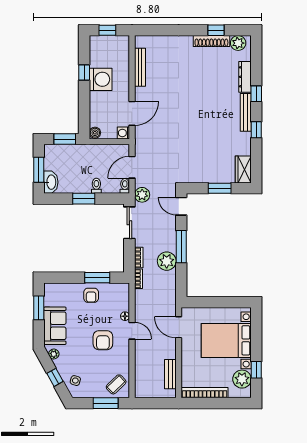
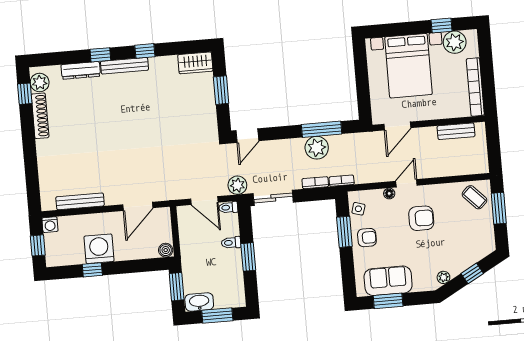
window: (216, 30) -> (25, 94), moved
door: (132, 113) -> (138, 206), swing flipped
washing machine: (123, 133) -> (50, 225), moved
washbasin: (51, 182) -> (199, 302), moved
window: (181, 247) -> (322, 129), moved
sofa: (55, 326) -> (388, 281), moved
side table: (75, 381) -> (358, 209), moved

